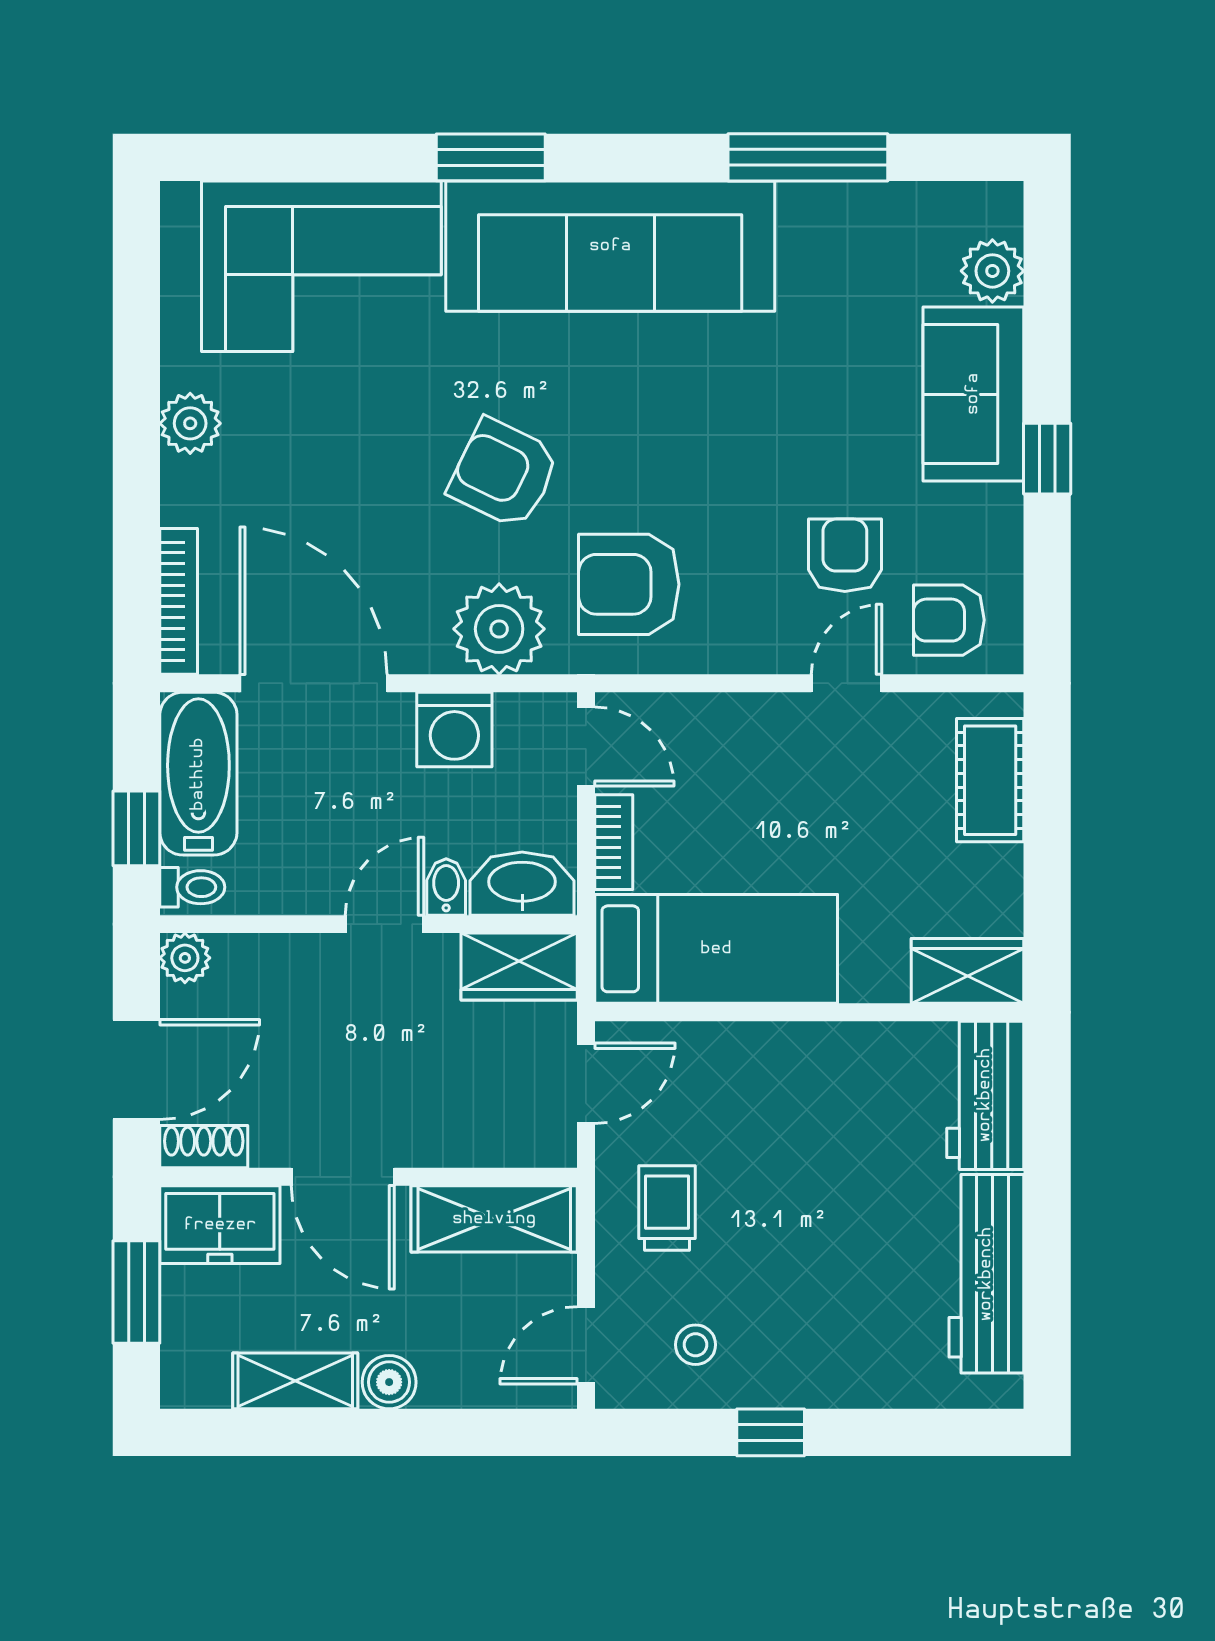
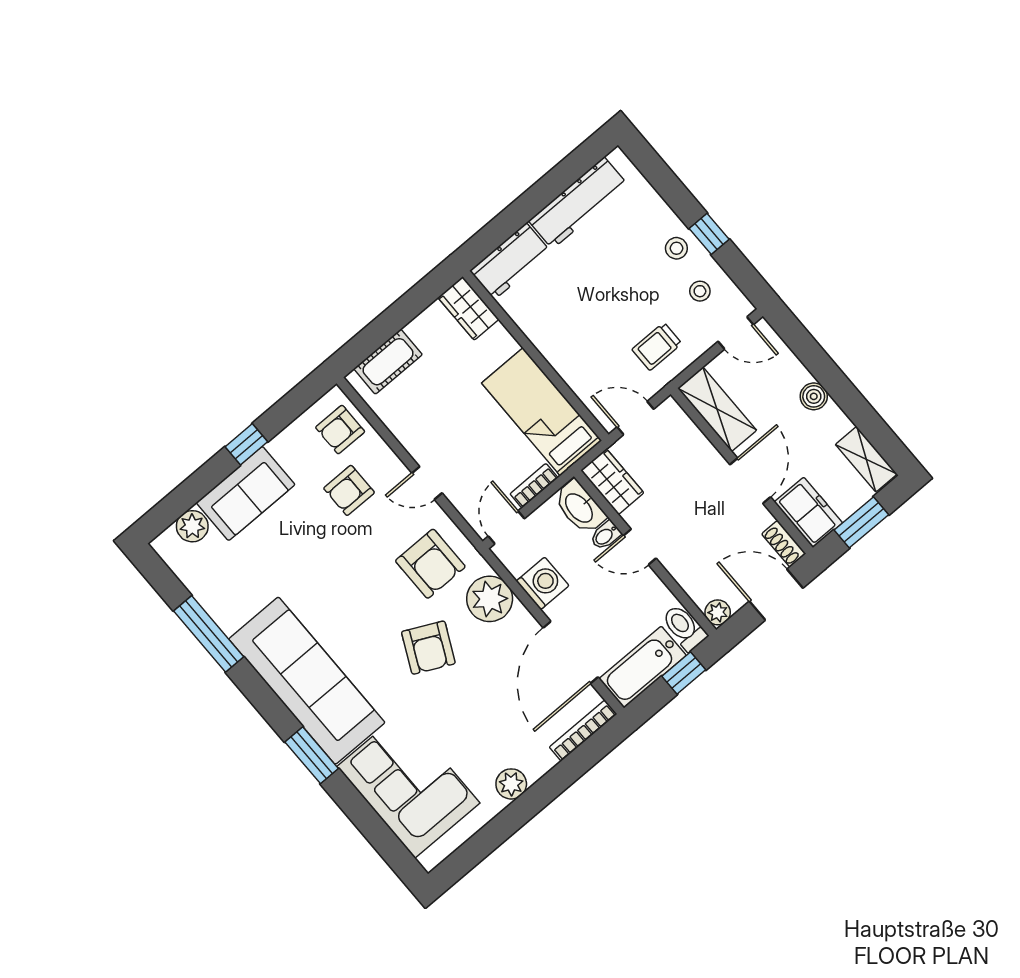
armchair: (949, 620) -> (340, 430), turned 90
door: (847, 683) -> (427, 483), moved
toilet: (192, 887) -> (684, 628), width x1.37, depth x1.39
stool: (791, 1364) -> (676, 248), added
shelving: (295, 1381) -> (866, 459), moved

